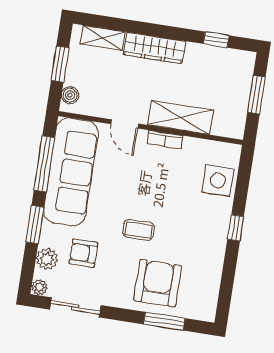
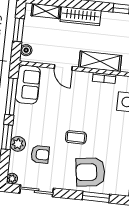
bookcase: (165, 140) -> (104, 78), moved
sofa: (71, 172) -> (28, 85), width x0.54, depth x0.79
armchair: (83, 253) -> (40, 154), turned 180
plant: (47, 259) -> (18, 144), moved
armchair: (158, 283) -> (90, 172), turned -98

